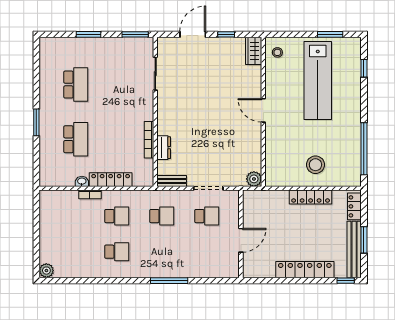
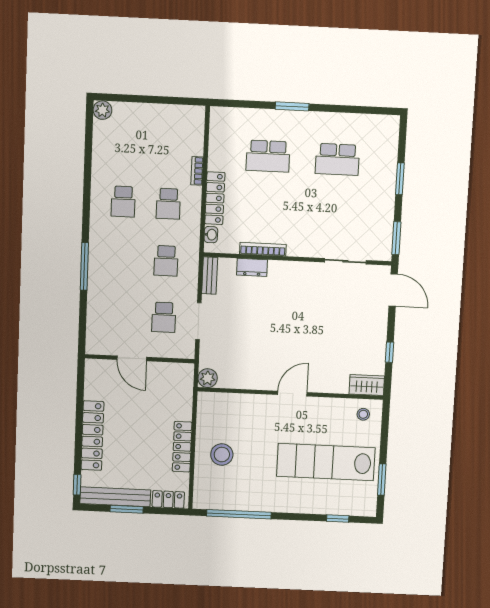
door: (193, 34) -> (393, 290), moved
washbasin: (82, 181) -> (211, 235), moved

